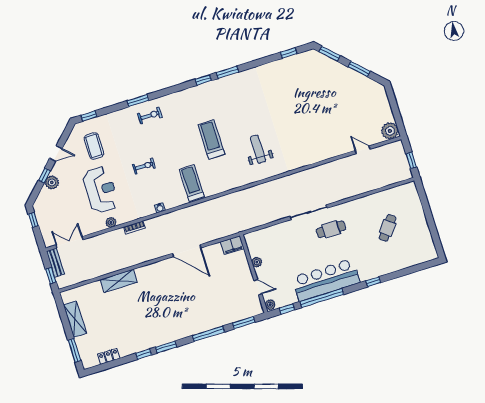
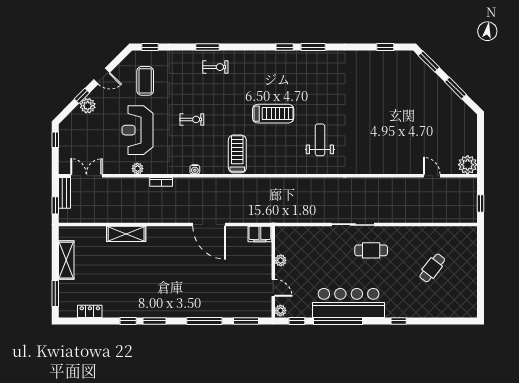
treadmill: (211, 139) -> (273, 114), turned 90
reception desk: (101, 190) -> (137, 130), turned 180

